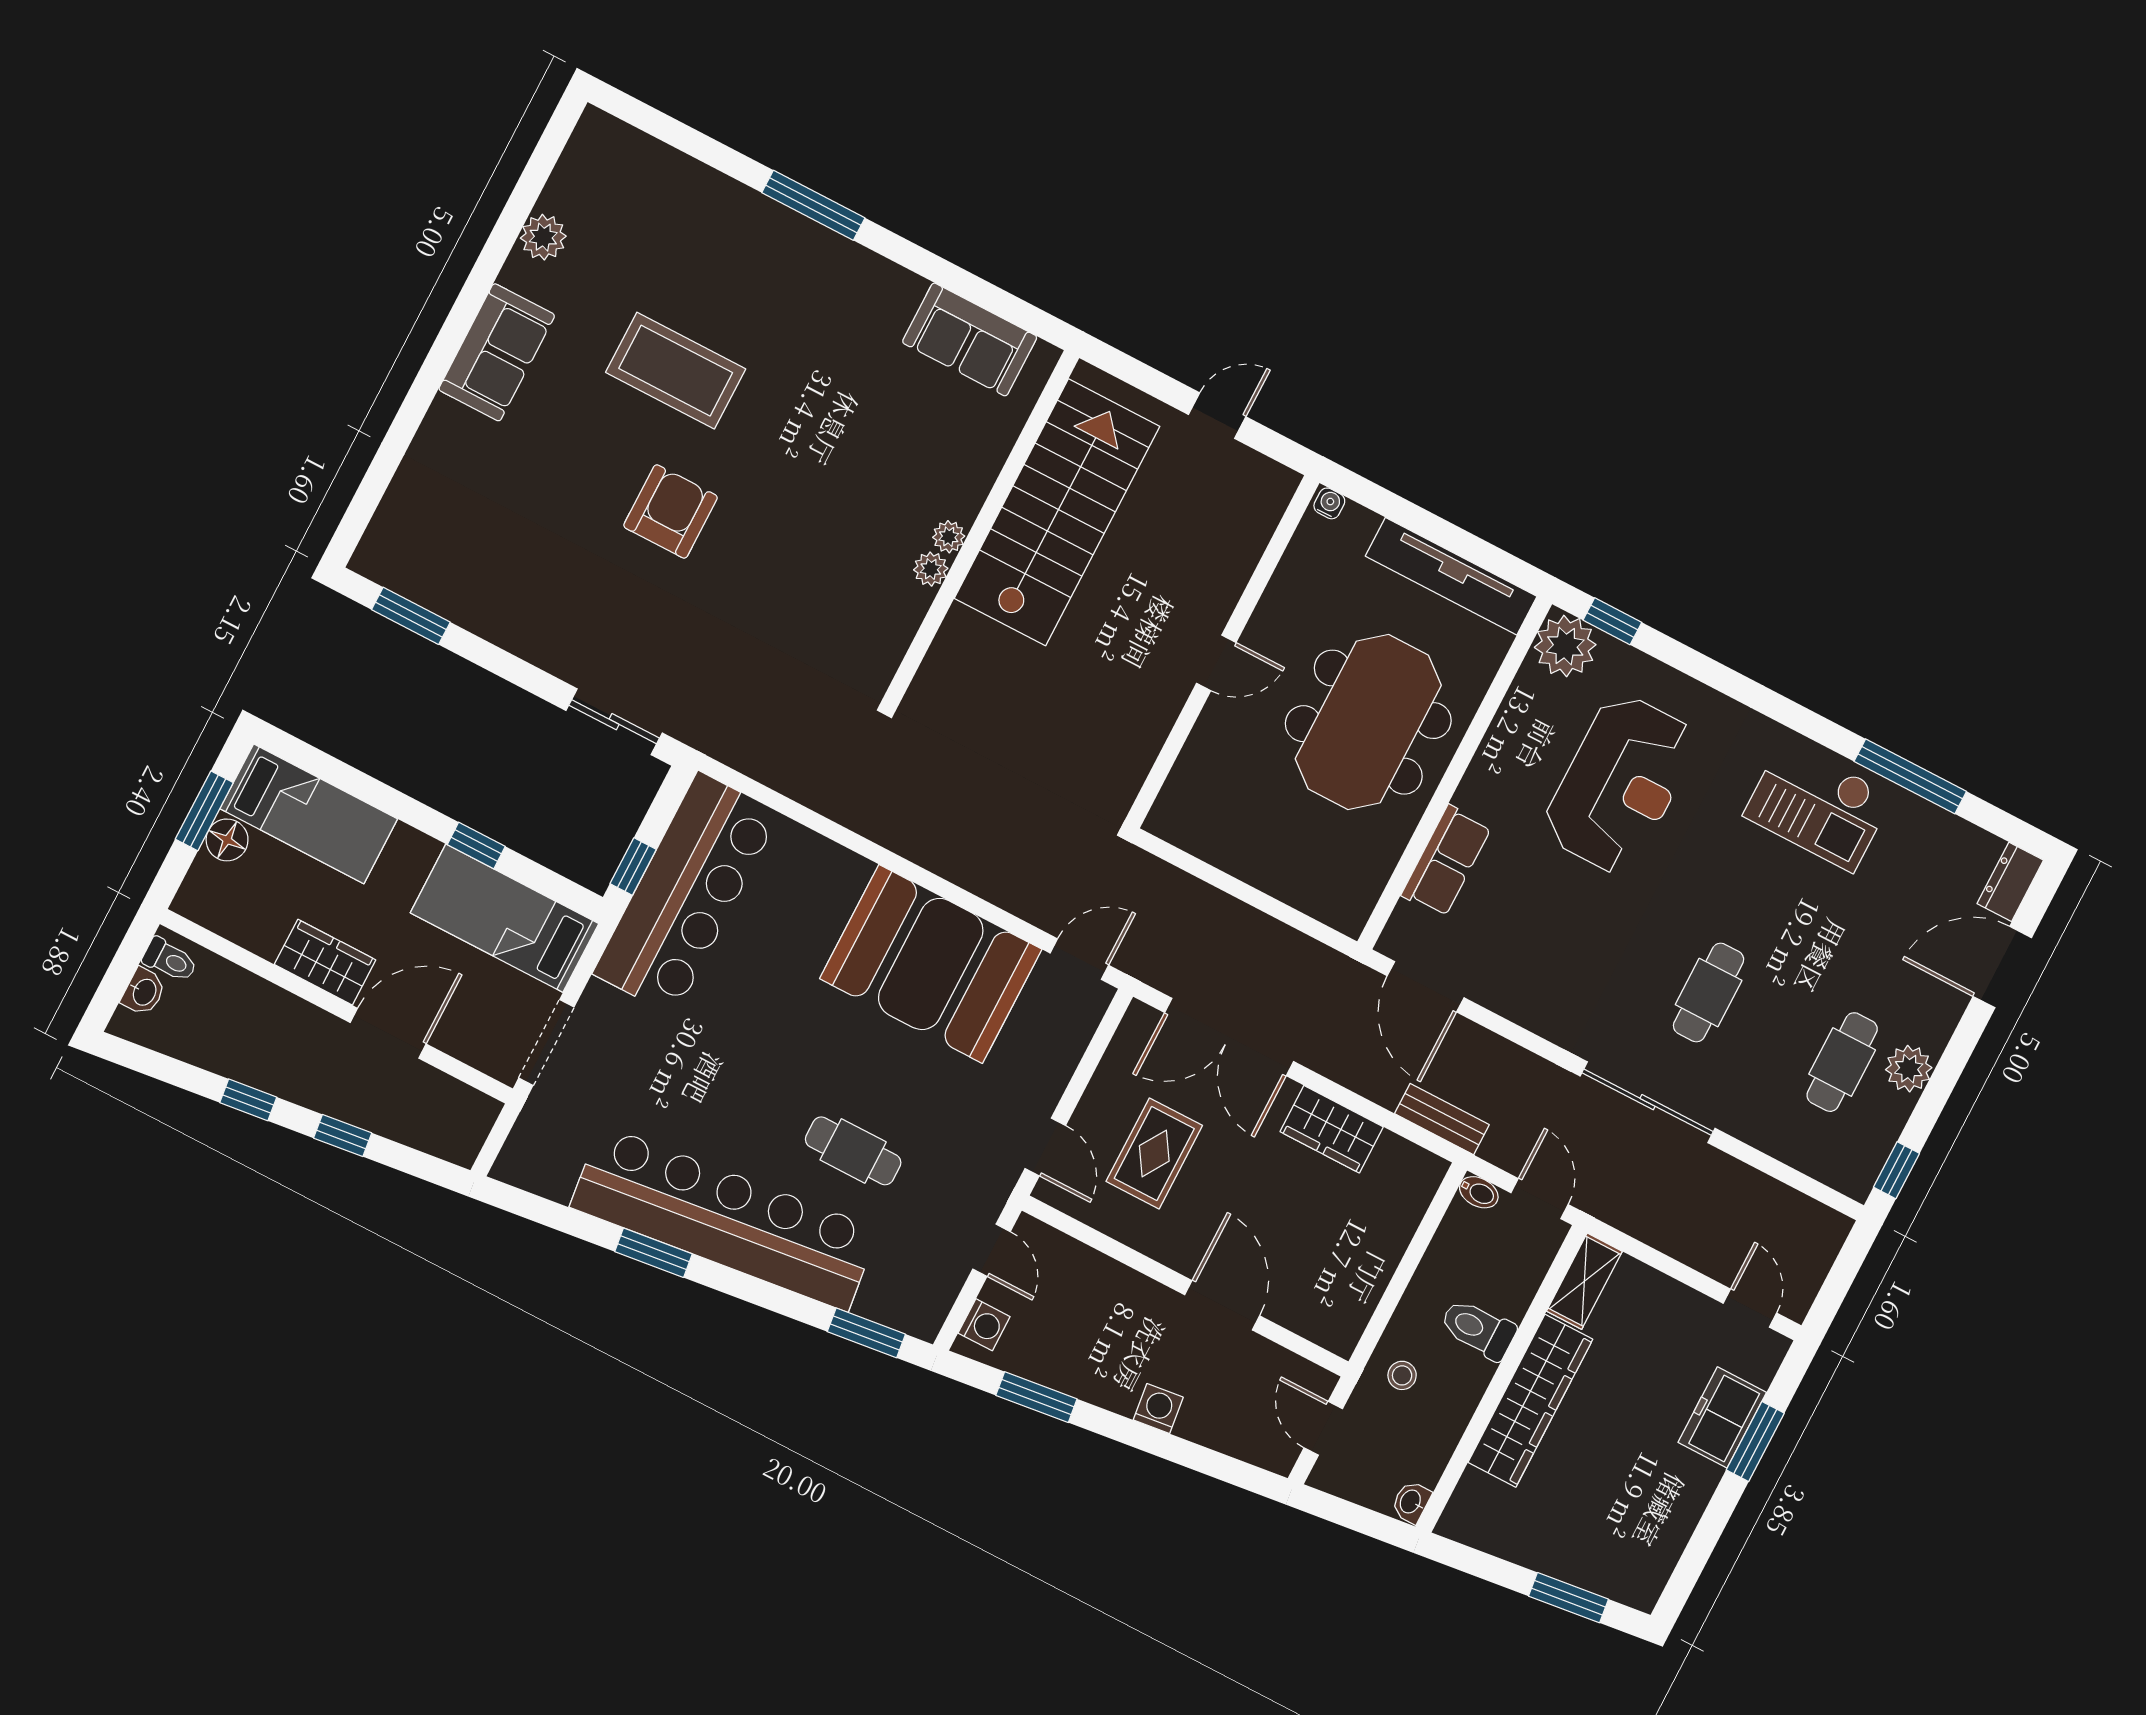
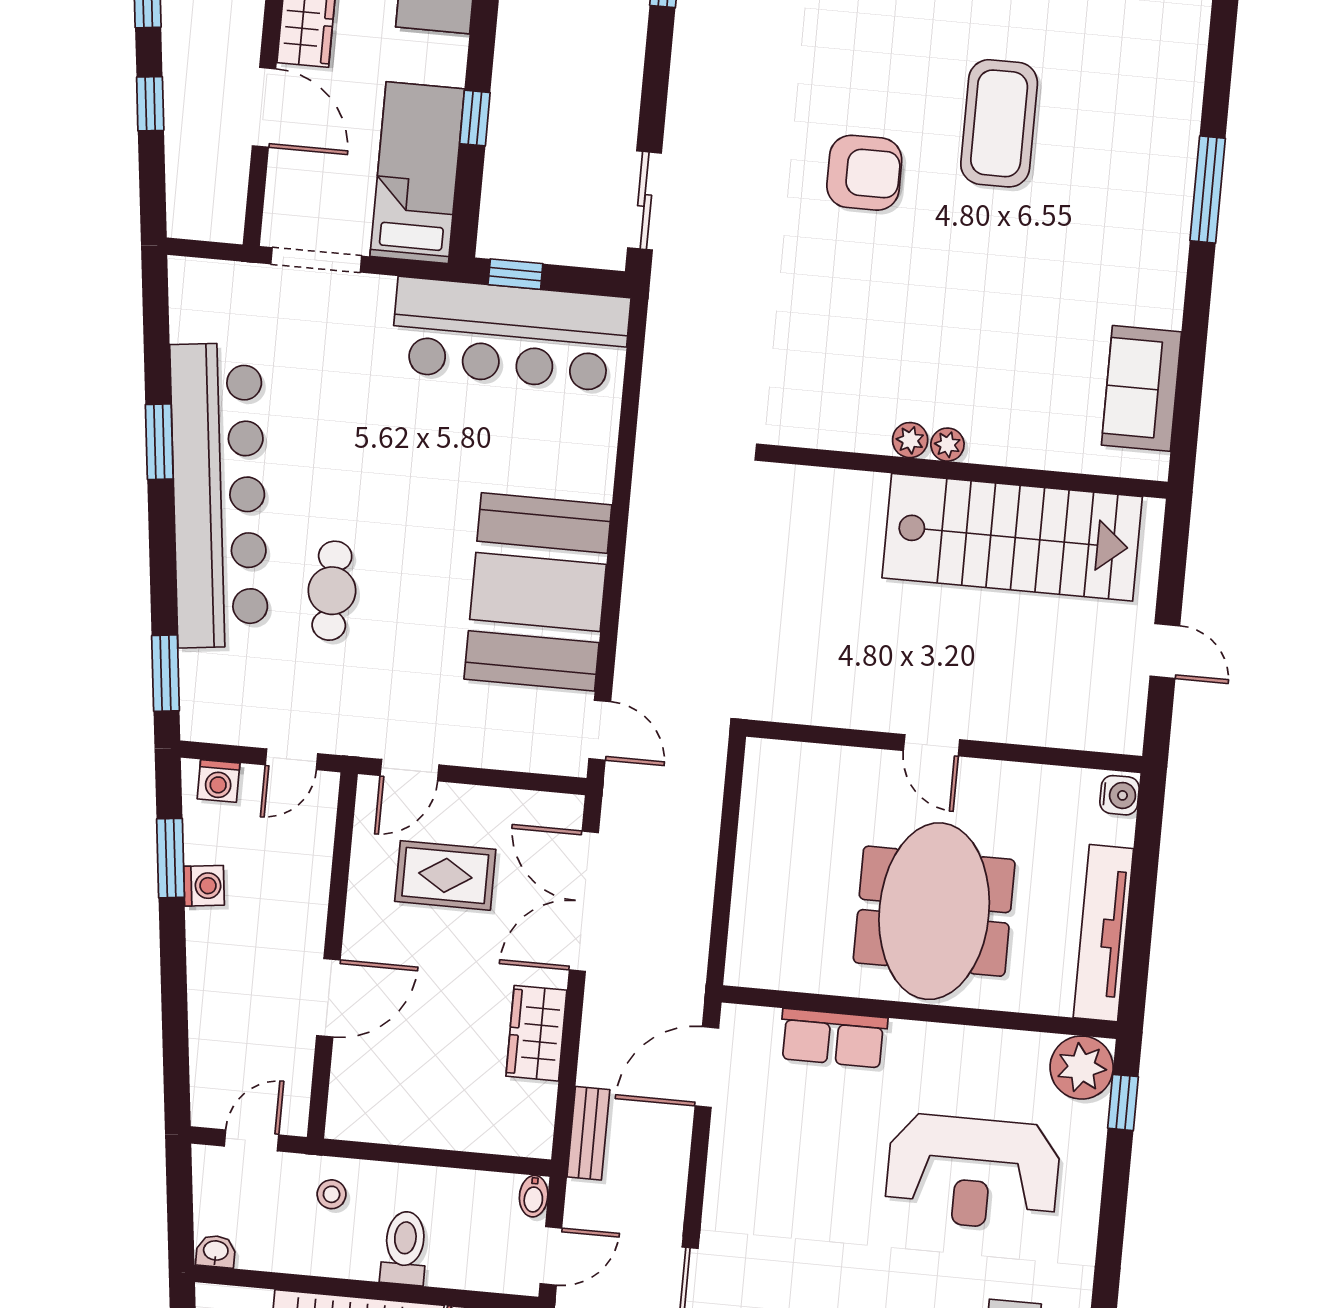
water cooler: (1329, 503) -> (1119, 795), width x1.38, depth x1.38
meeting table: (1368, 722) -> (934, 911), turned 90
washing machine: (1158, 1409) -> (204, 886), moved

